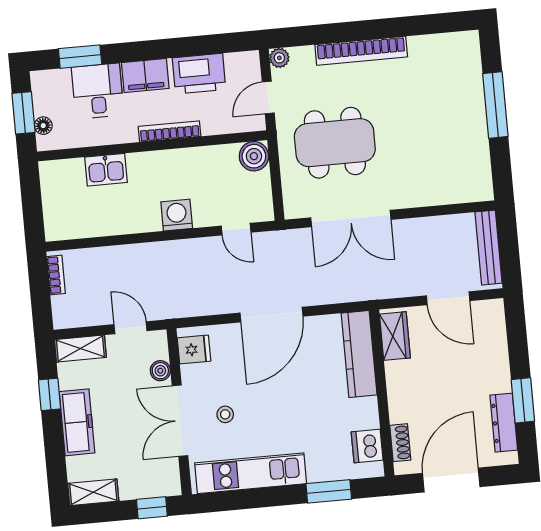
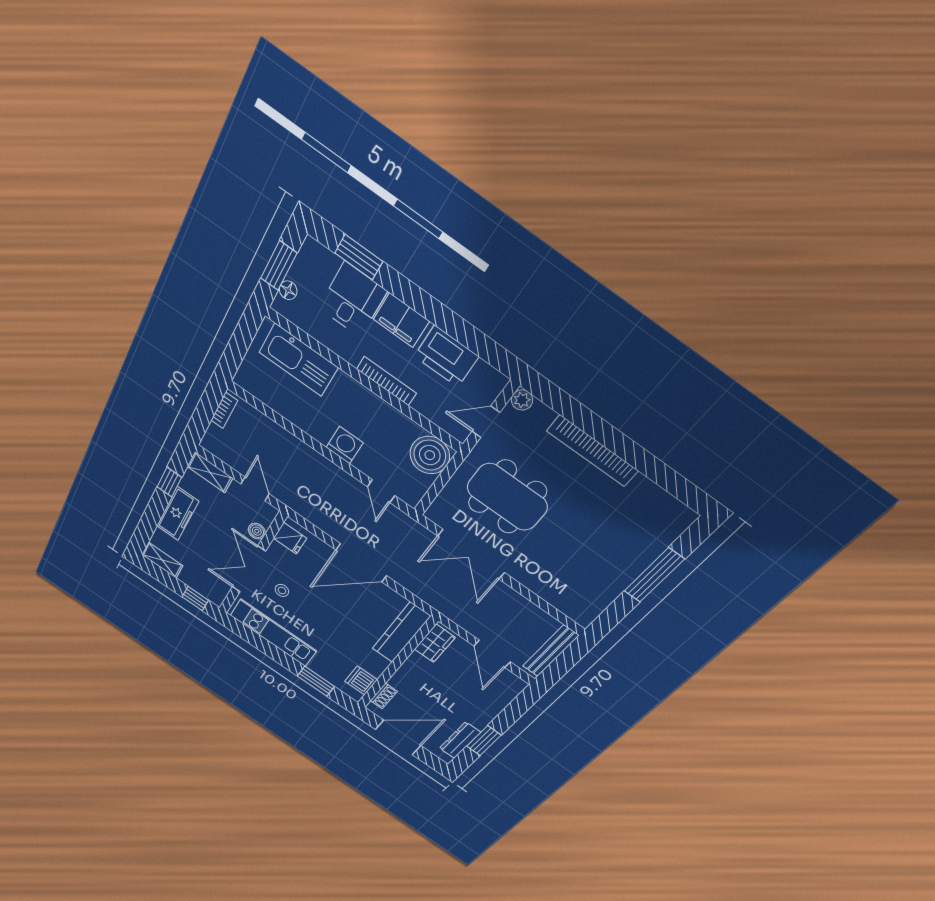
boiler: (254, 156) -> (430, 455), width x1.37, depth x1.37
kitchen sink: (106, 170) -> (298, 360), width x1.88, depth x1.24

